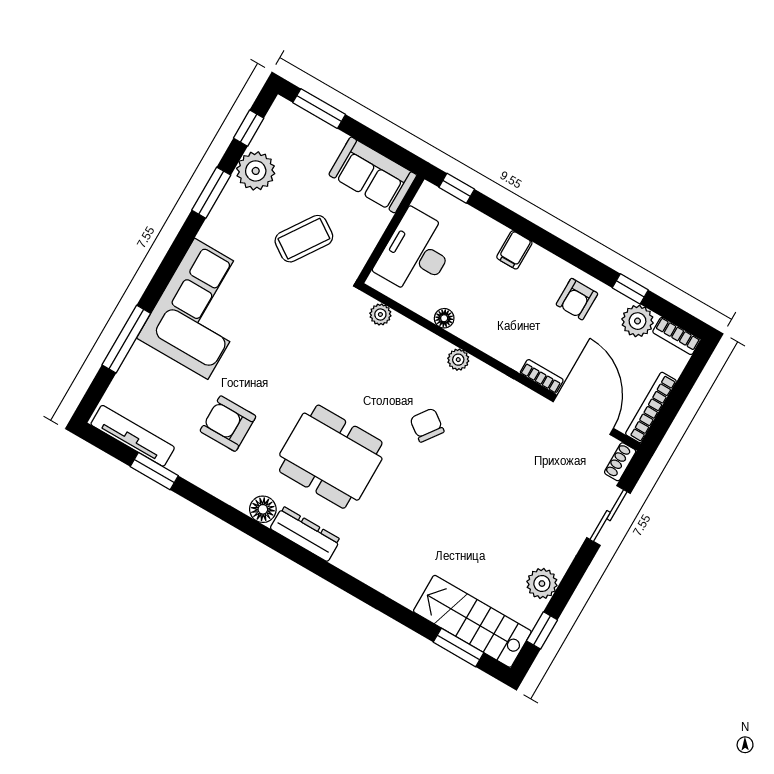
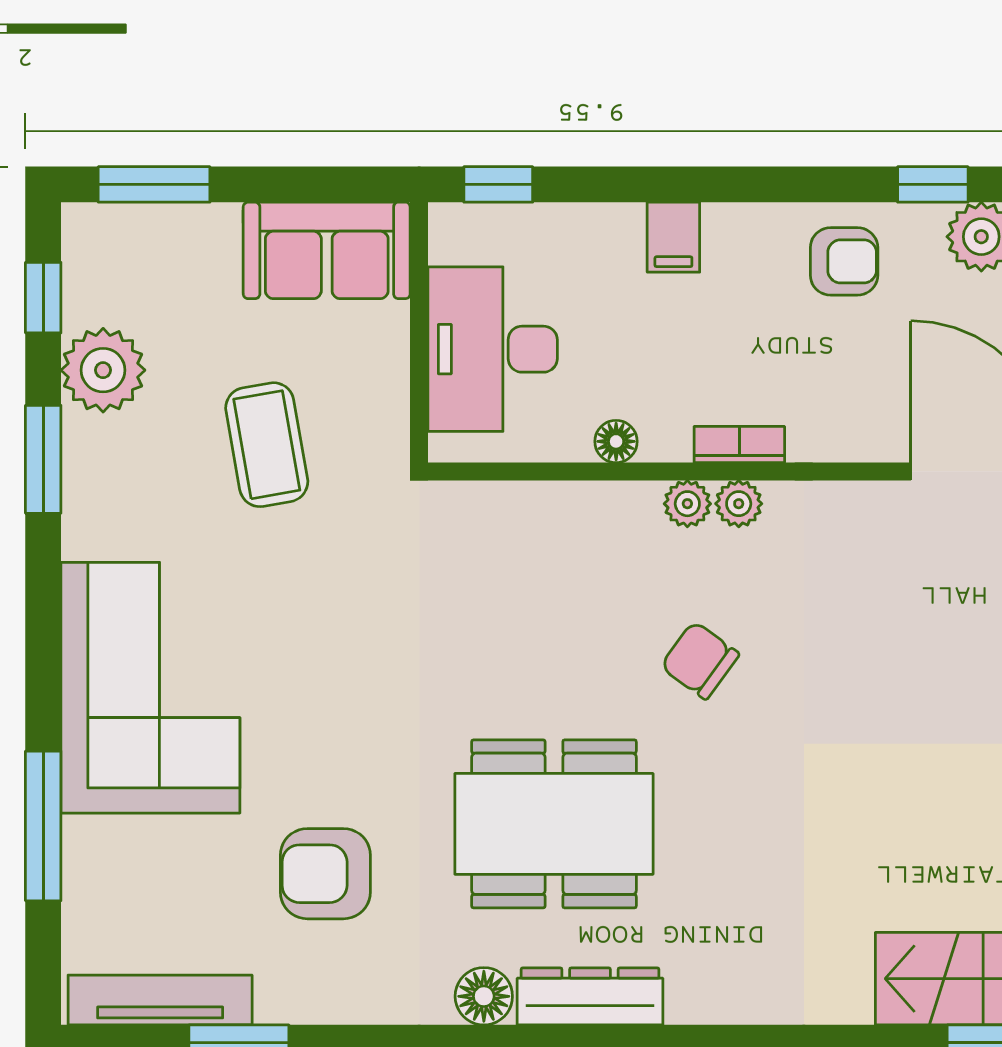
coffee table: (304, 239) -> (267, 445), turned -44
armchair: (577, 299) -> (844, 261), turned -90
plant: (380, 314) -> (739, 504), moved
bookcase: (542, 376) -> (739, 444), moved

